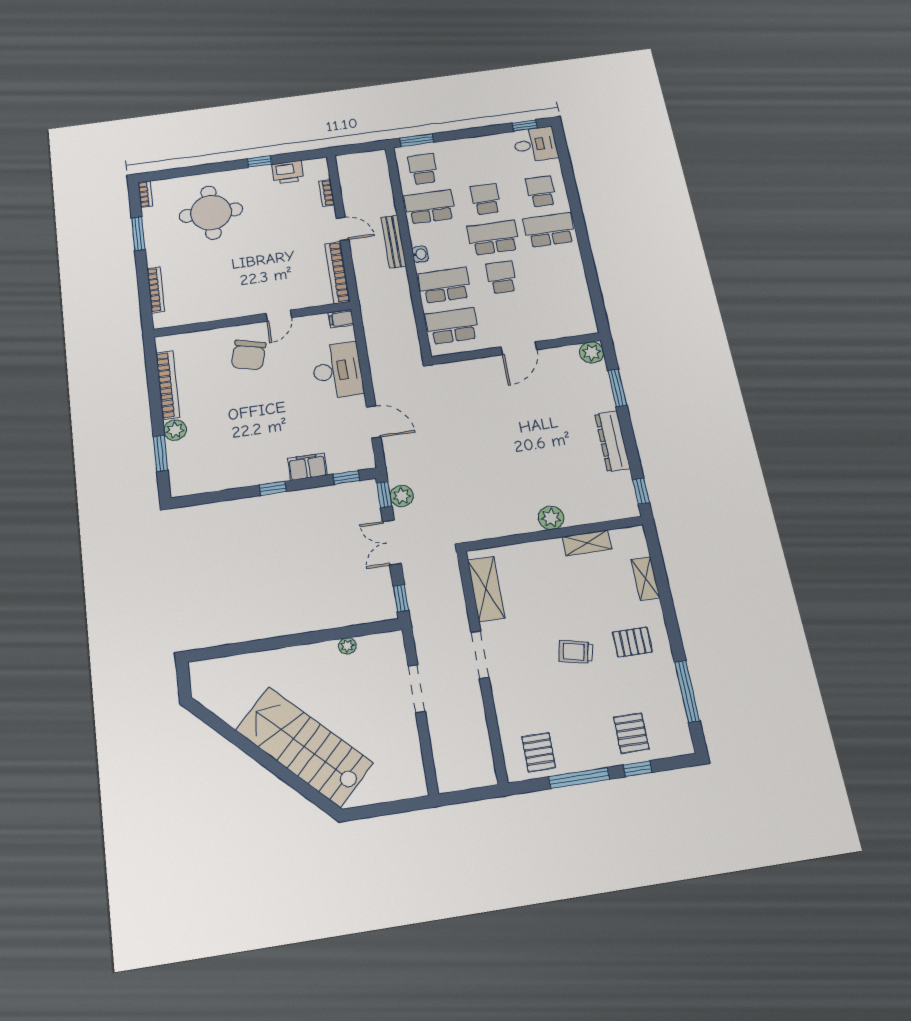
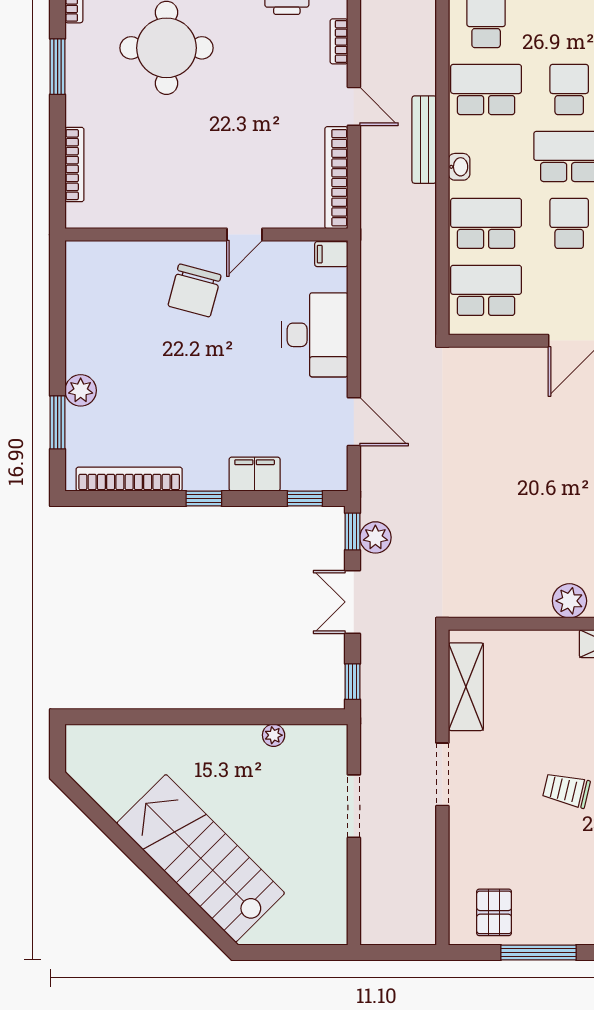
bookcase: (168, 385) -> (129, 479), moved, turned -90

